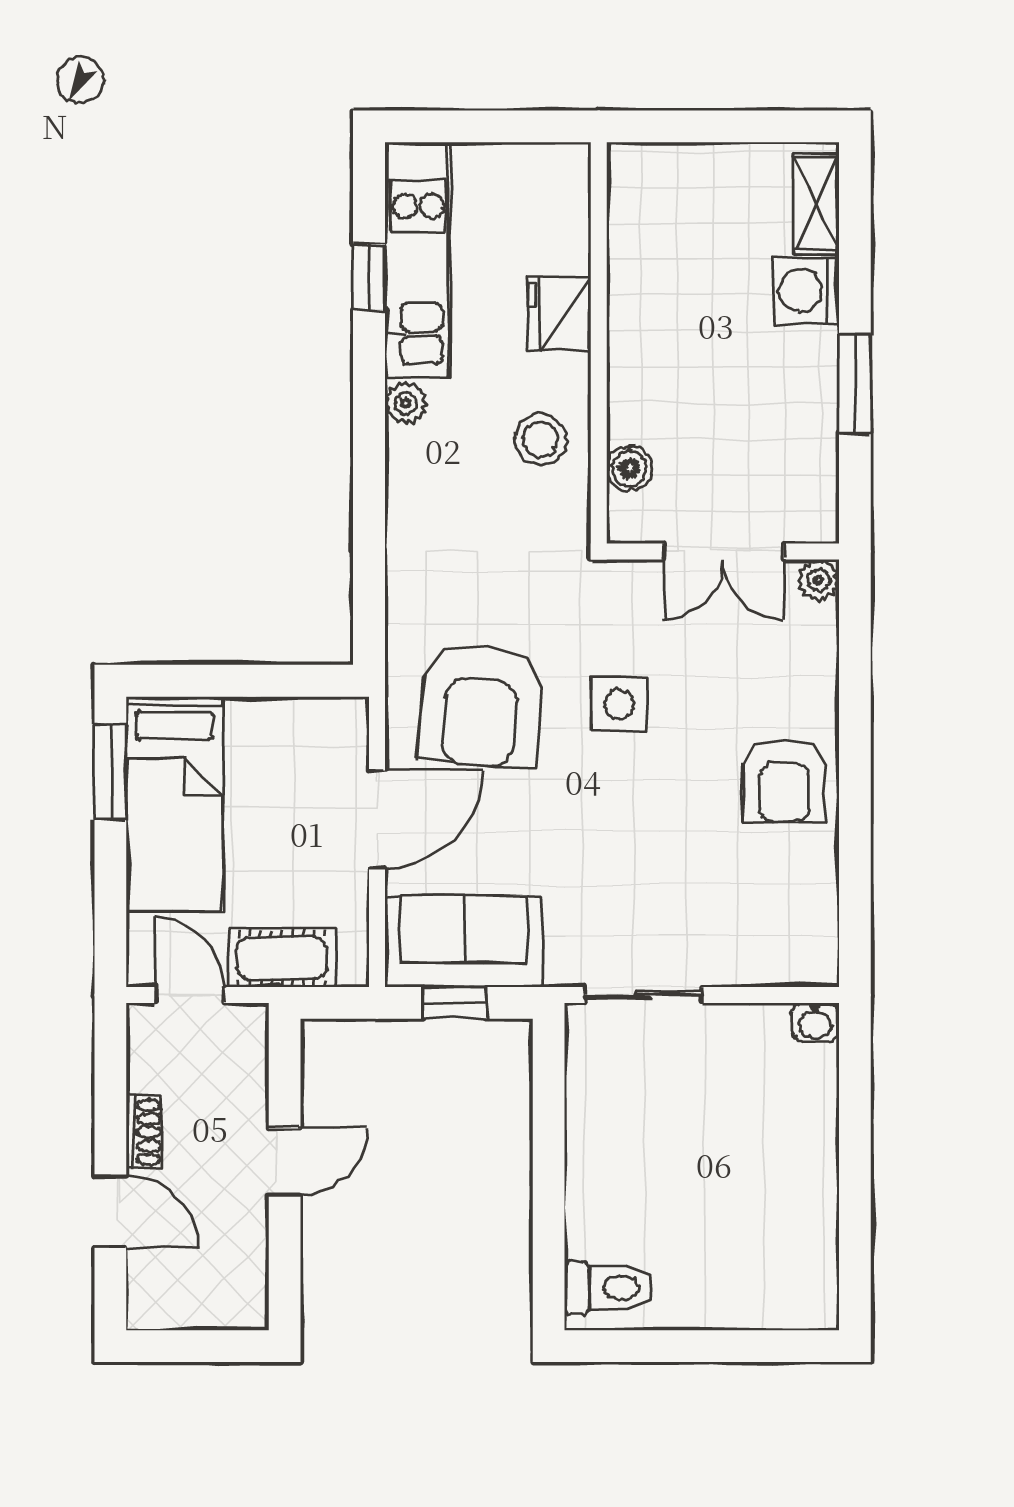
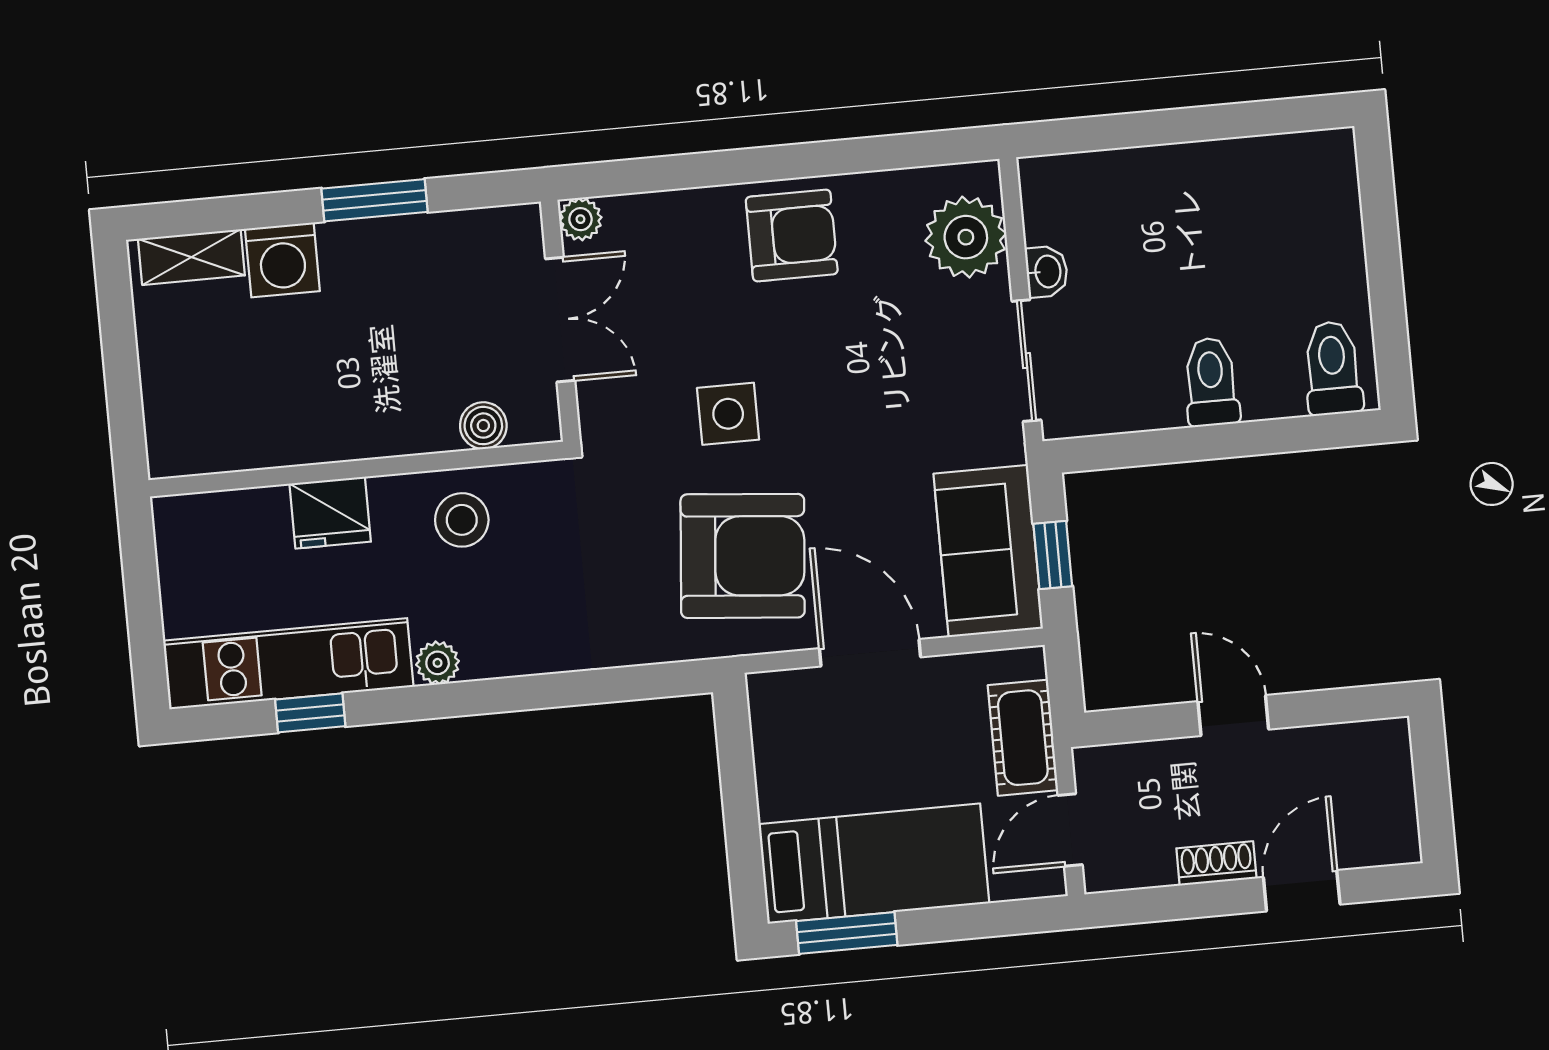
plant: (767, 948) -> (966, 237), added
washbasin: (815, 1022) -> (1047, 272), moved
toilet: (606, 1170) -> (1211, 382), added

